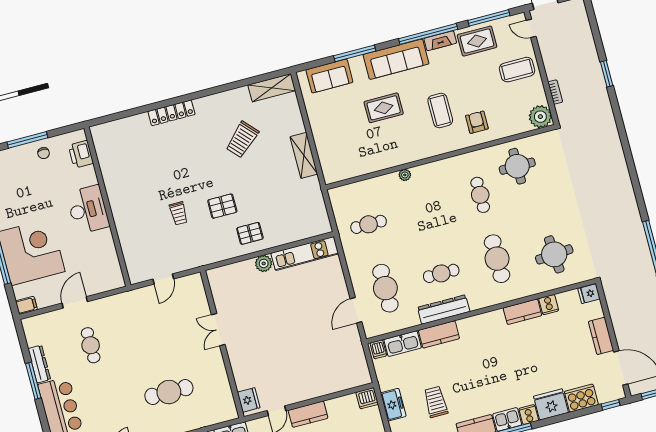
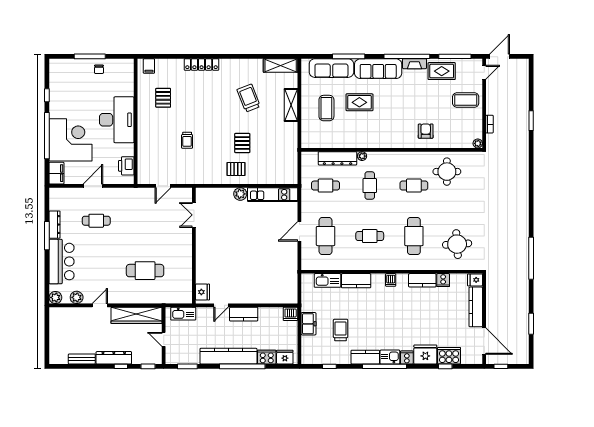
door: (531, 28) -> (484, 72), swing flipped
sofa: (329, 76) -> (331, 68), width x1.36
coffee table: (440, 110) -> (326, 108), moved
plant: (540, 117) -> (478, 143), width x0.53, depth x0.53
filing cabinet: (106, 132) -> (149, 66), added
trolley: (242, 139) -> (249, 98), turned 112
printer: (81, 154) -> (126, 166), moved
shelving: (304, 155) -> (291, 105), moved
pallet: (134, 168) -> (163, 98), added
cafe table: (480, 195) -> (414, 186), turned 90
pallet: (222, 206) -> (242, 143), moved, turned 90
desk: (88, 210) -> (117, 120), width x1.36, depth x1.30
cafe table: (424, 210) -> (370, 186), added
filing cabinet: (26, 305) -> (57, 173), width x2.00
dresser: (444, 309) -> (338, 158), moved, turned 180
door: (356, 310) -> (299, 231), moved
double door: (218, 330) -> (194, 215), moved
kitchen counter: (601, 336) -> (476, 307), width x1.50
cafe table: (91, 345) -> (96, 221), turned 90
dishwasher: (378, 349) -> (391, 280), moved
window: (611, 405) -> (445, 366), moved

